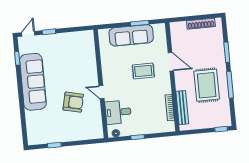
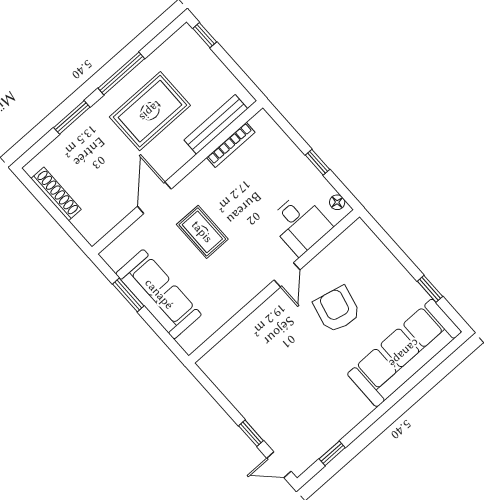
sofa: (33, 82) -> (404, 353), moved

